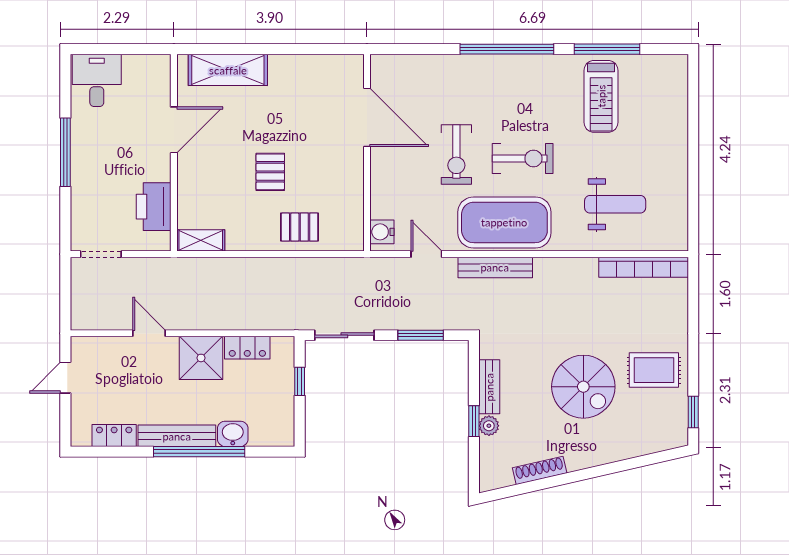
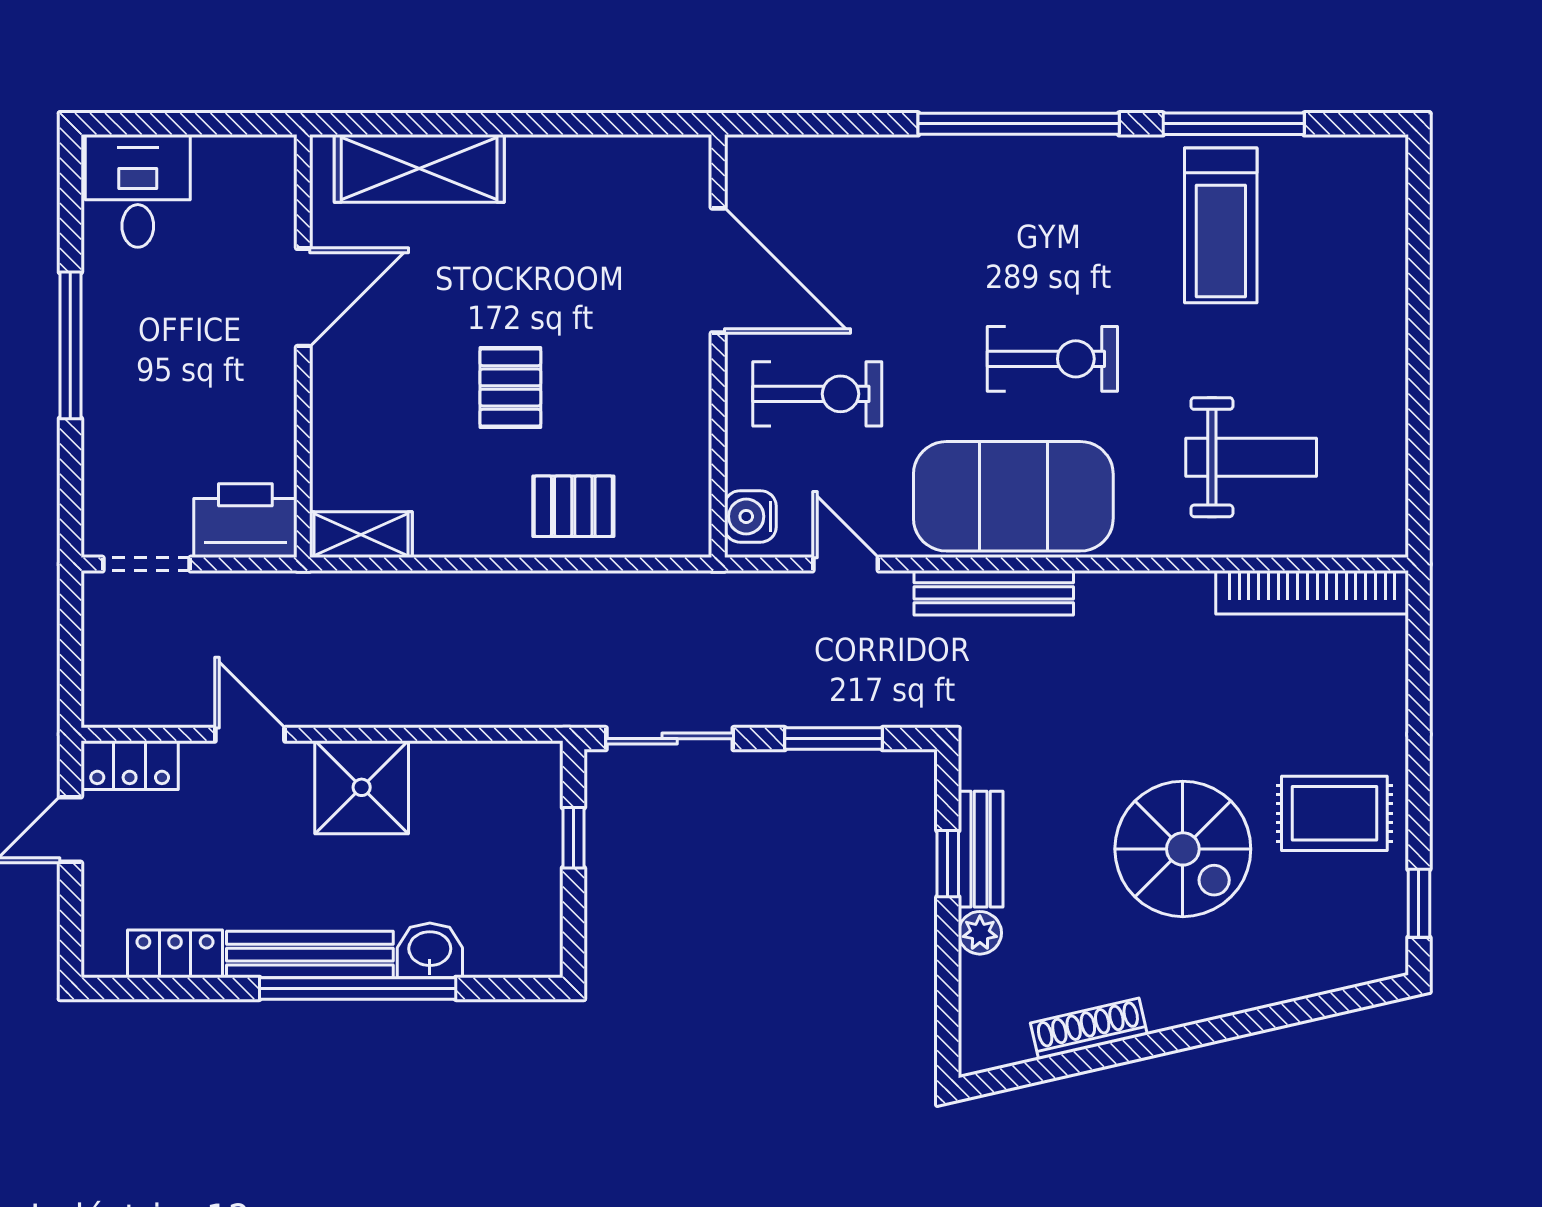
exercise bike: (456, 155) -> (817, 394), moved, turned -90
printer: (154, 207) -> (245, 521), moved, turned 90
locker: (247, 348) -> (130, 765), moved
window: (474, 421) -> (948, 864), moved

